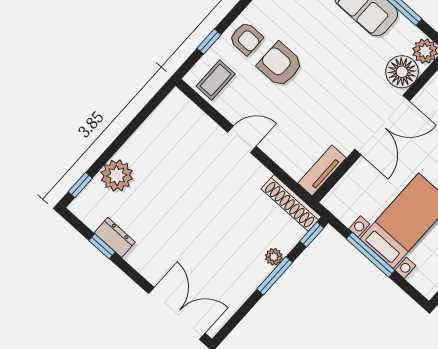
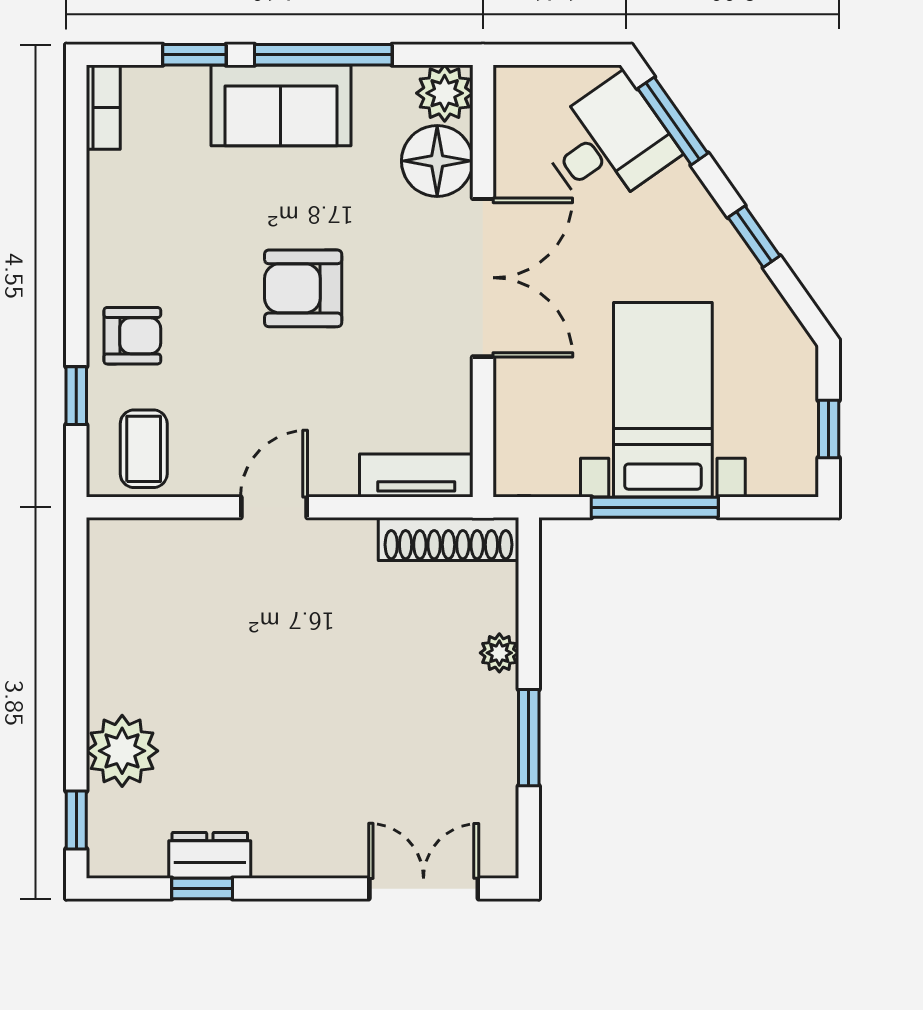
armchair: (280, 65) -> (303, 288), moved
tv unit: (322, 170) -> (416, 475), moved, turned 90
window: (312, 235) -> (529, 561), removed
window: (275, 276) -> (529, 738), moved
double door: (177, 313) -> (424, 889), width x0.73

